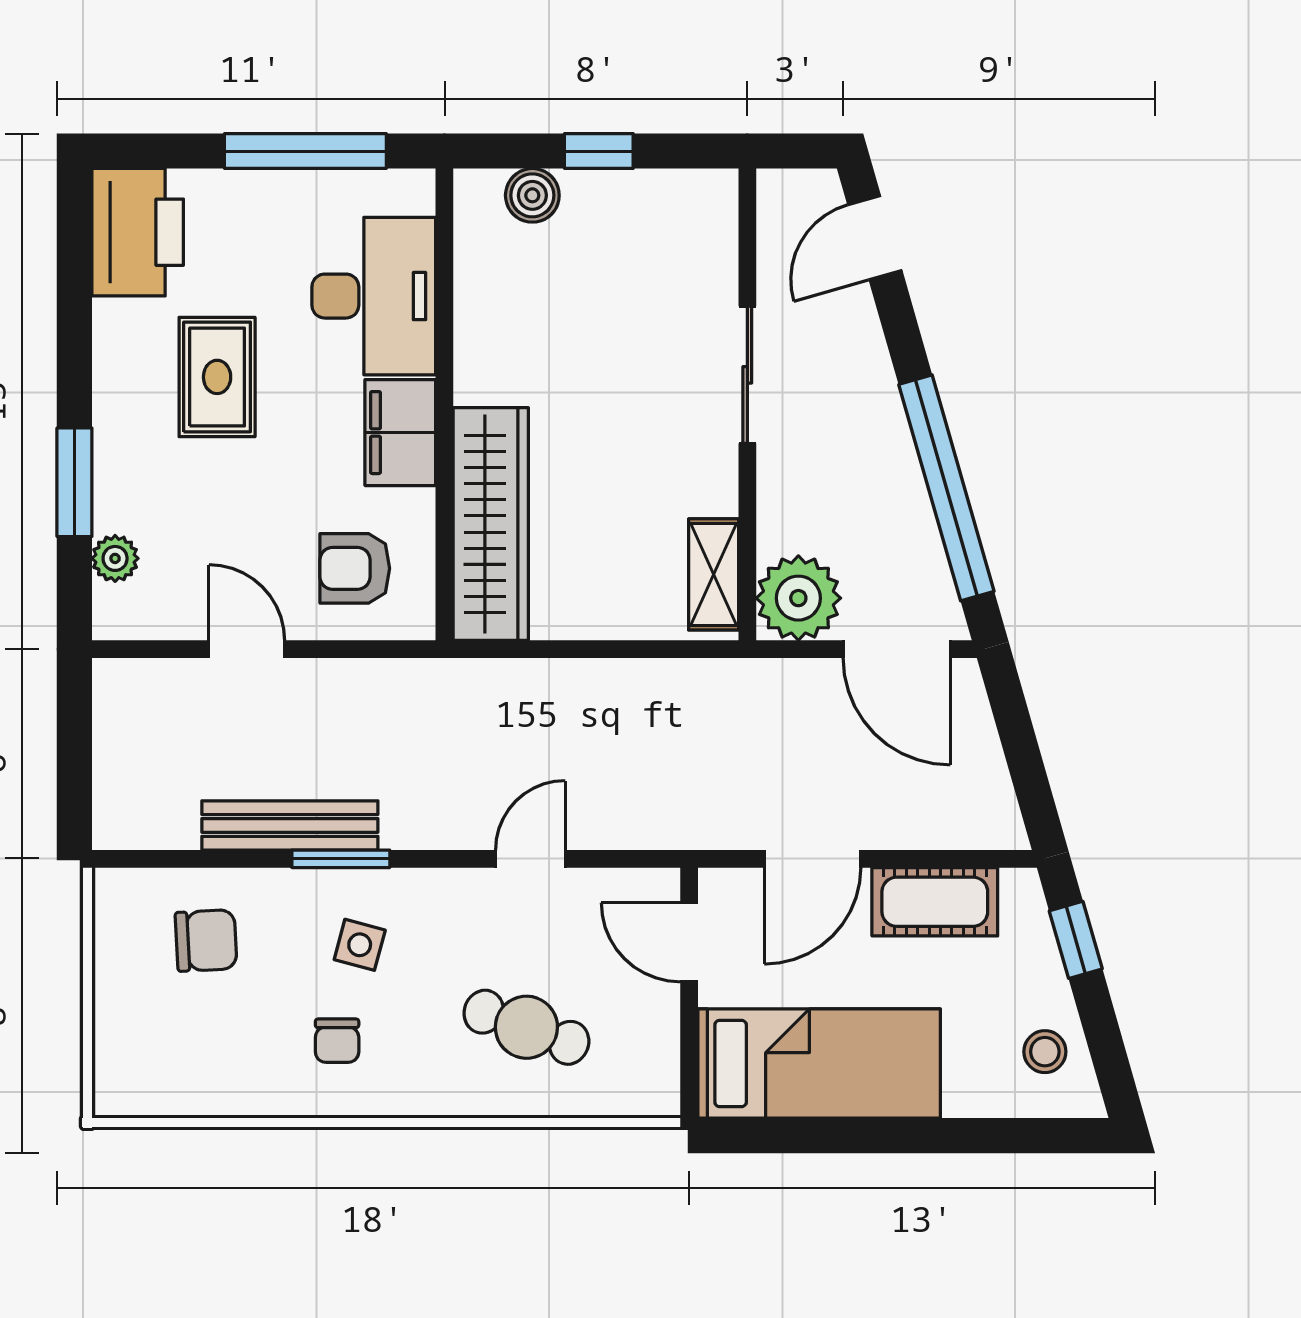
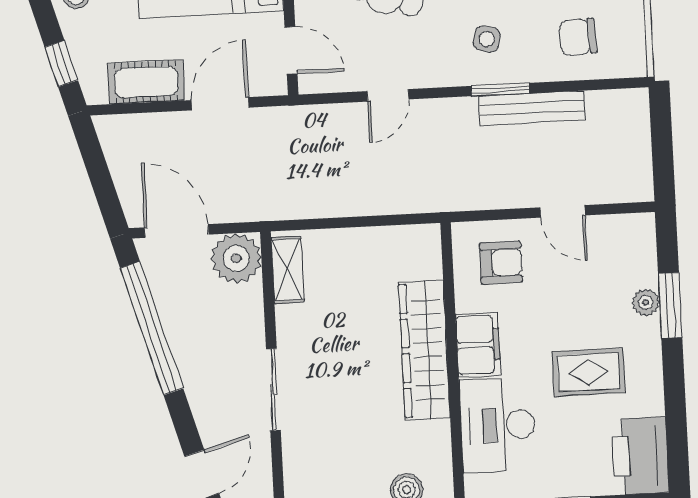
rug: (217, 377) -> (589, 372), turned 90
wardrobe: (491, 524) -> (424, 350), moved
plant: (115, 558) -> (646, 302), moved

